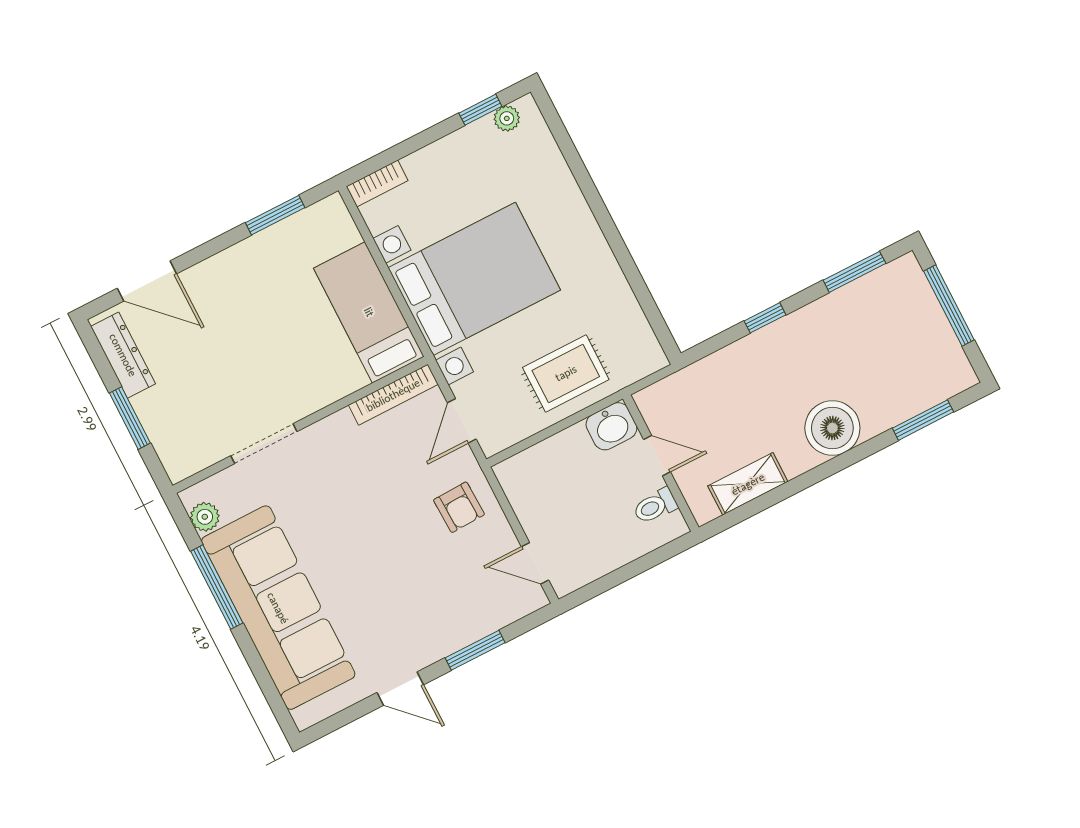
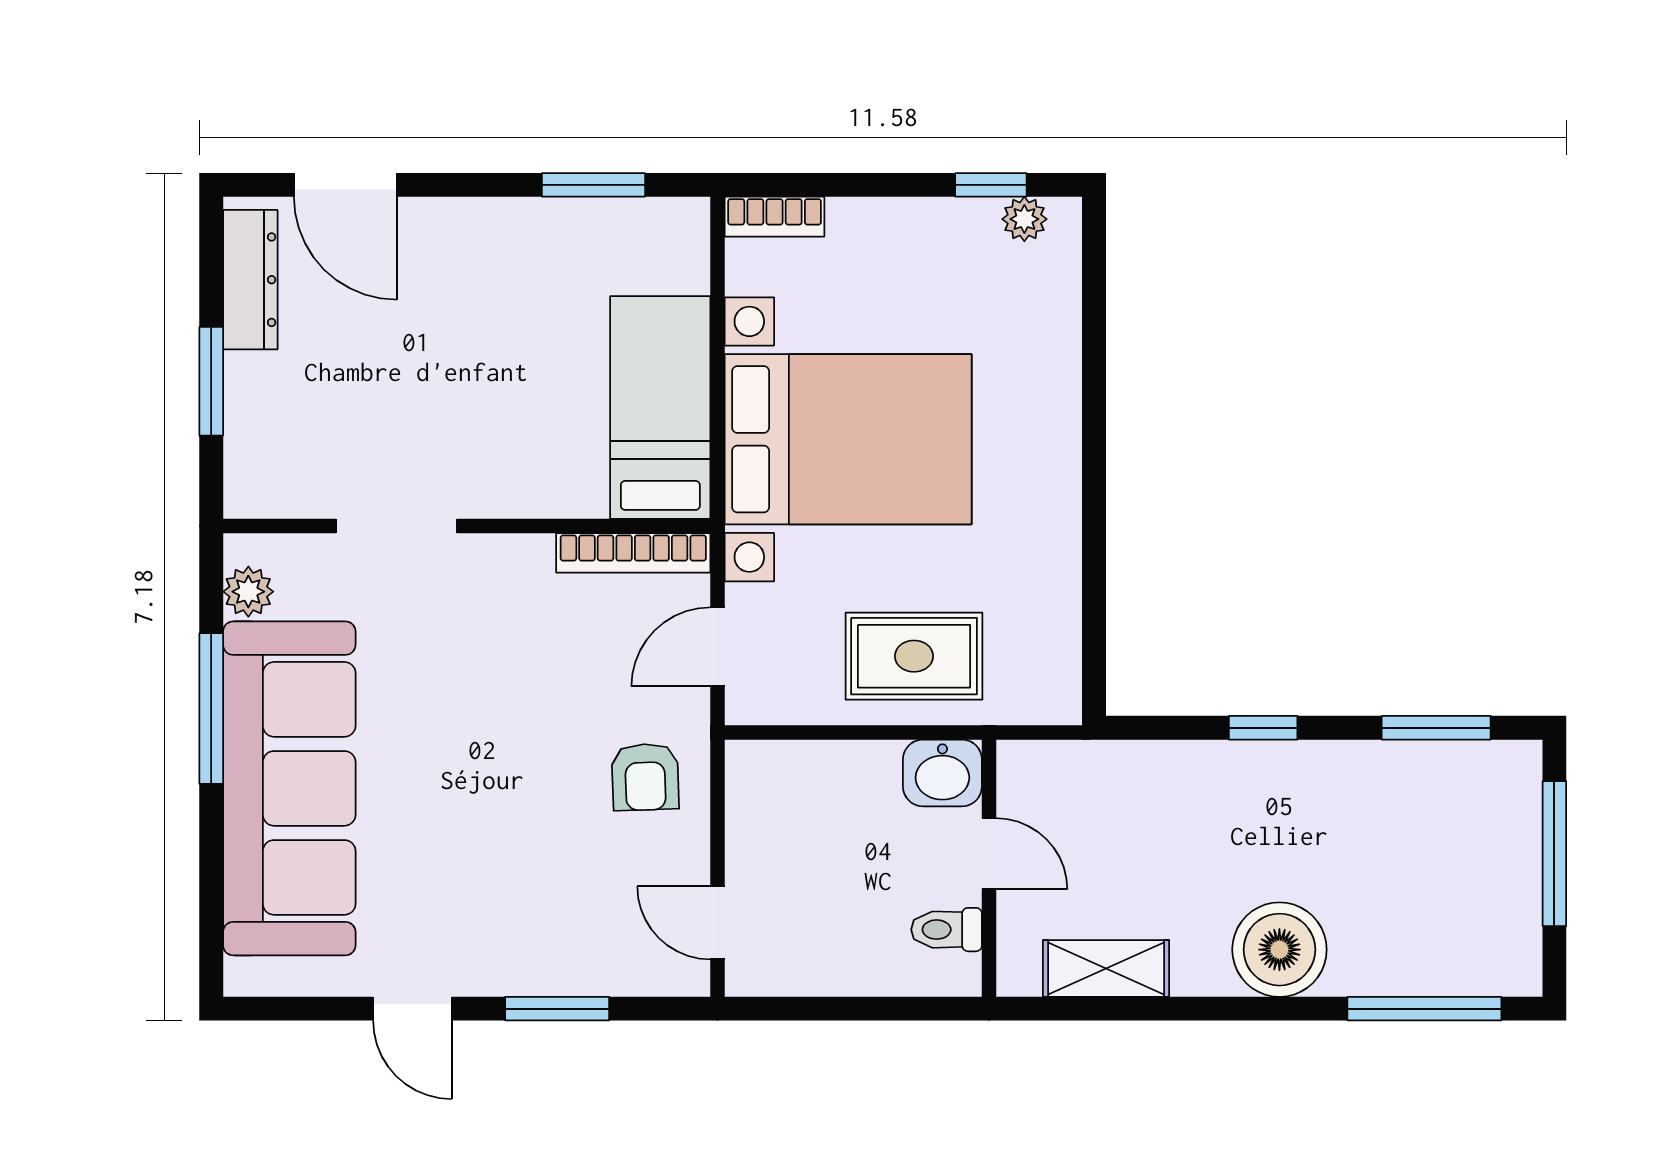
window: (923, 420) -> (1424, 1009), width x1.44

